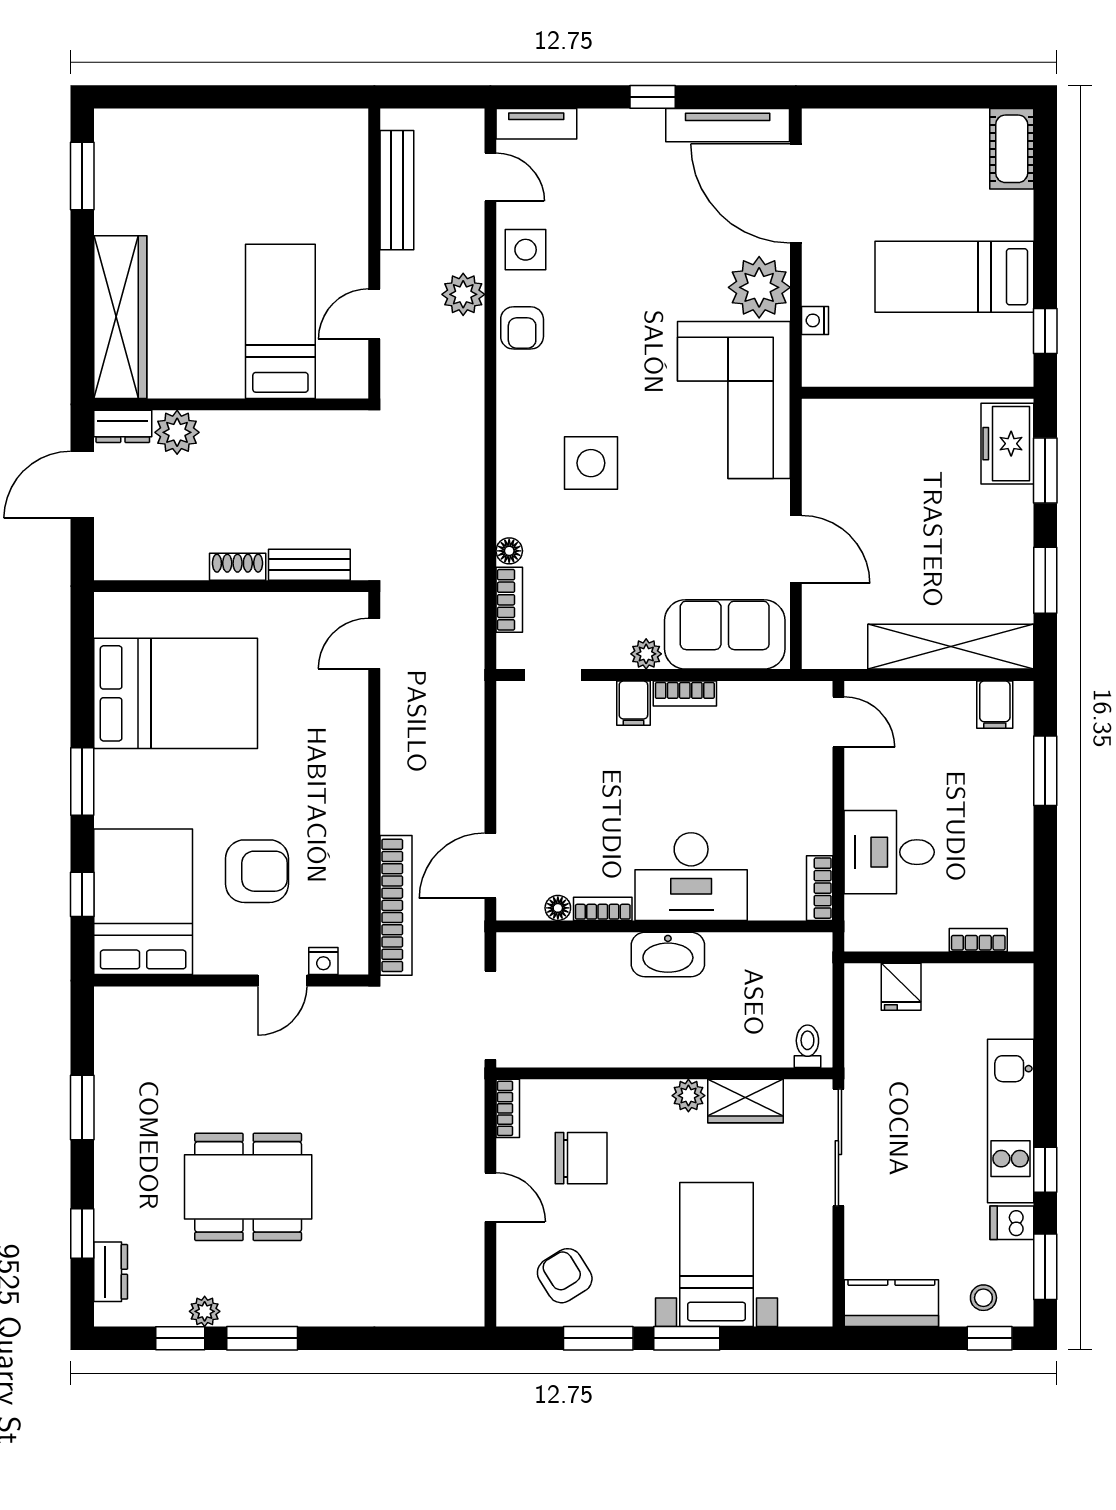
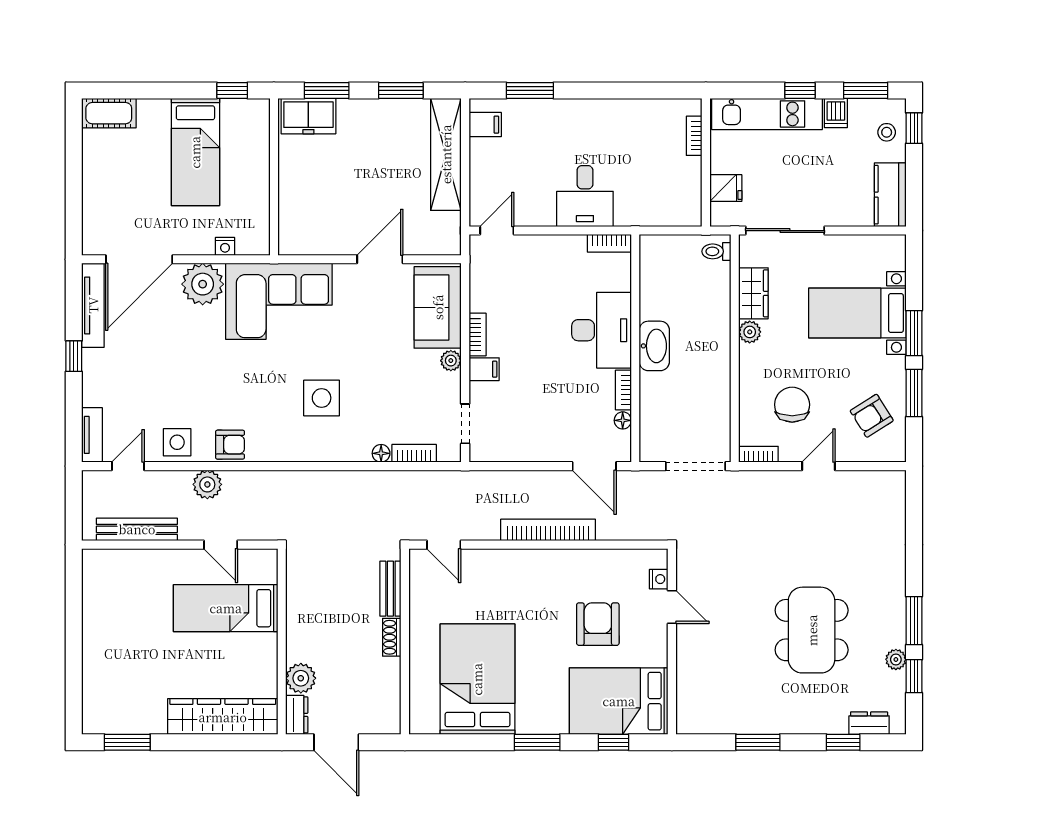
bookcase: (396, 905) -> (548, 530), moved
bookcase: (978, 940) -> (694, 136), moved
wall: (939, 957) -> (706, 162), moved
fridge: (901, 987) -> (726, 188), moved

